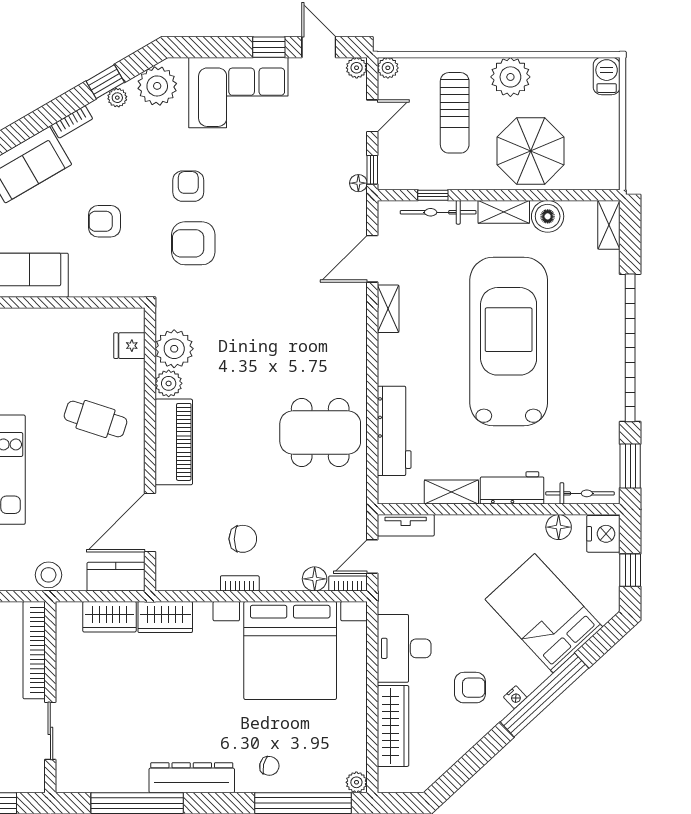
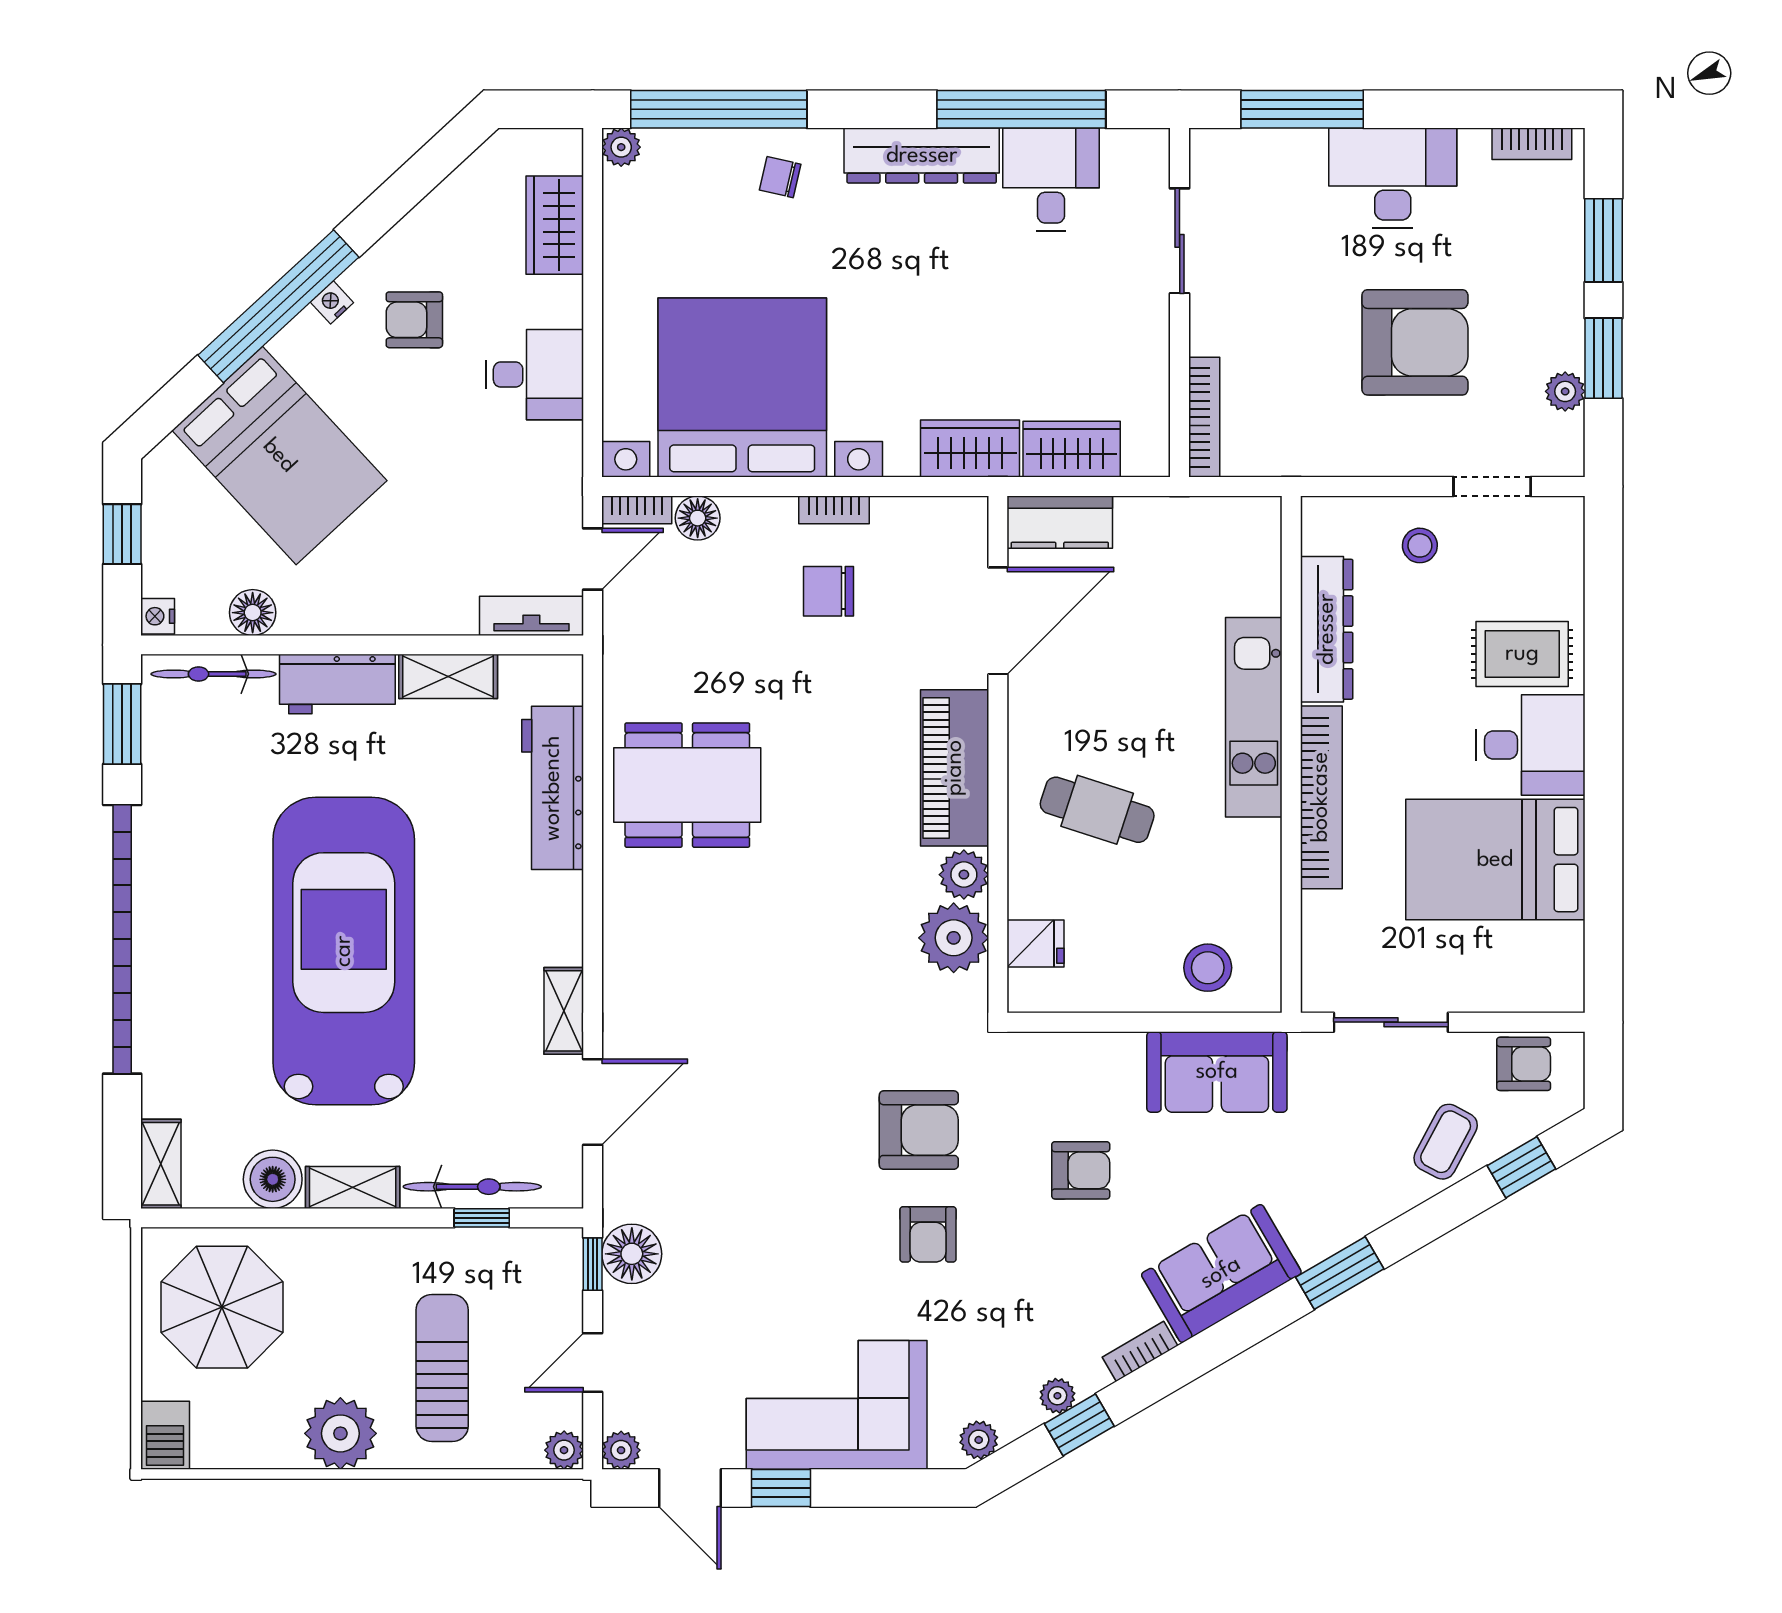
plant: (157, 86) -> (979, 1440), width x0.53, depth x0.53
parasol: (531, 151) -> (222, 1307), moved
floor lamp: (358, 183) -> (632, 1254), width x1.89, depth x1.89
car: (509, 341) -> (344, 951), turned 180
nightstand: (603, 534) -> (158, 616), width x0.53, depth x0.56
stool: (48, 575) -> (1208, 968), moved
desk: (404, 648) -> (534, 375), width x0.73
bookcase: (34, 650) -> (1204, 417), width x0.68, depth x0.76
wardrobe: (393, 726) -> (555, 225), width x0.67
desk: (121, 764) -> (1051, 180), added

